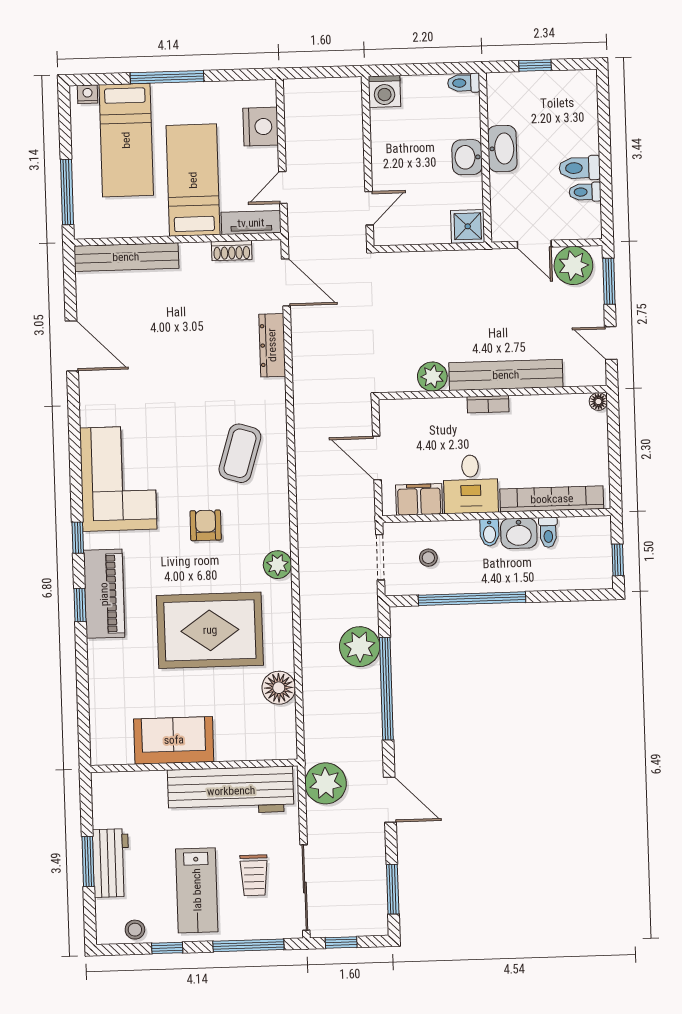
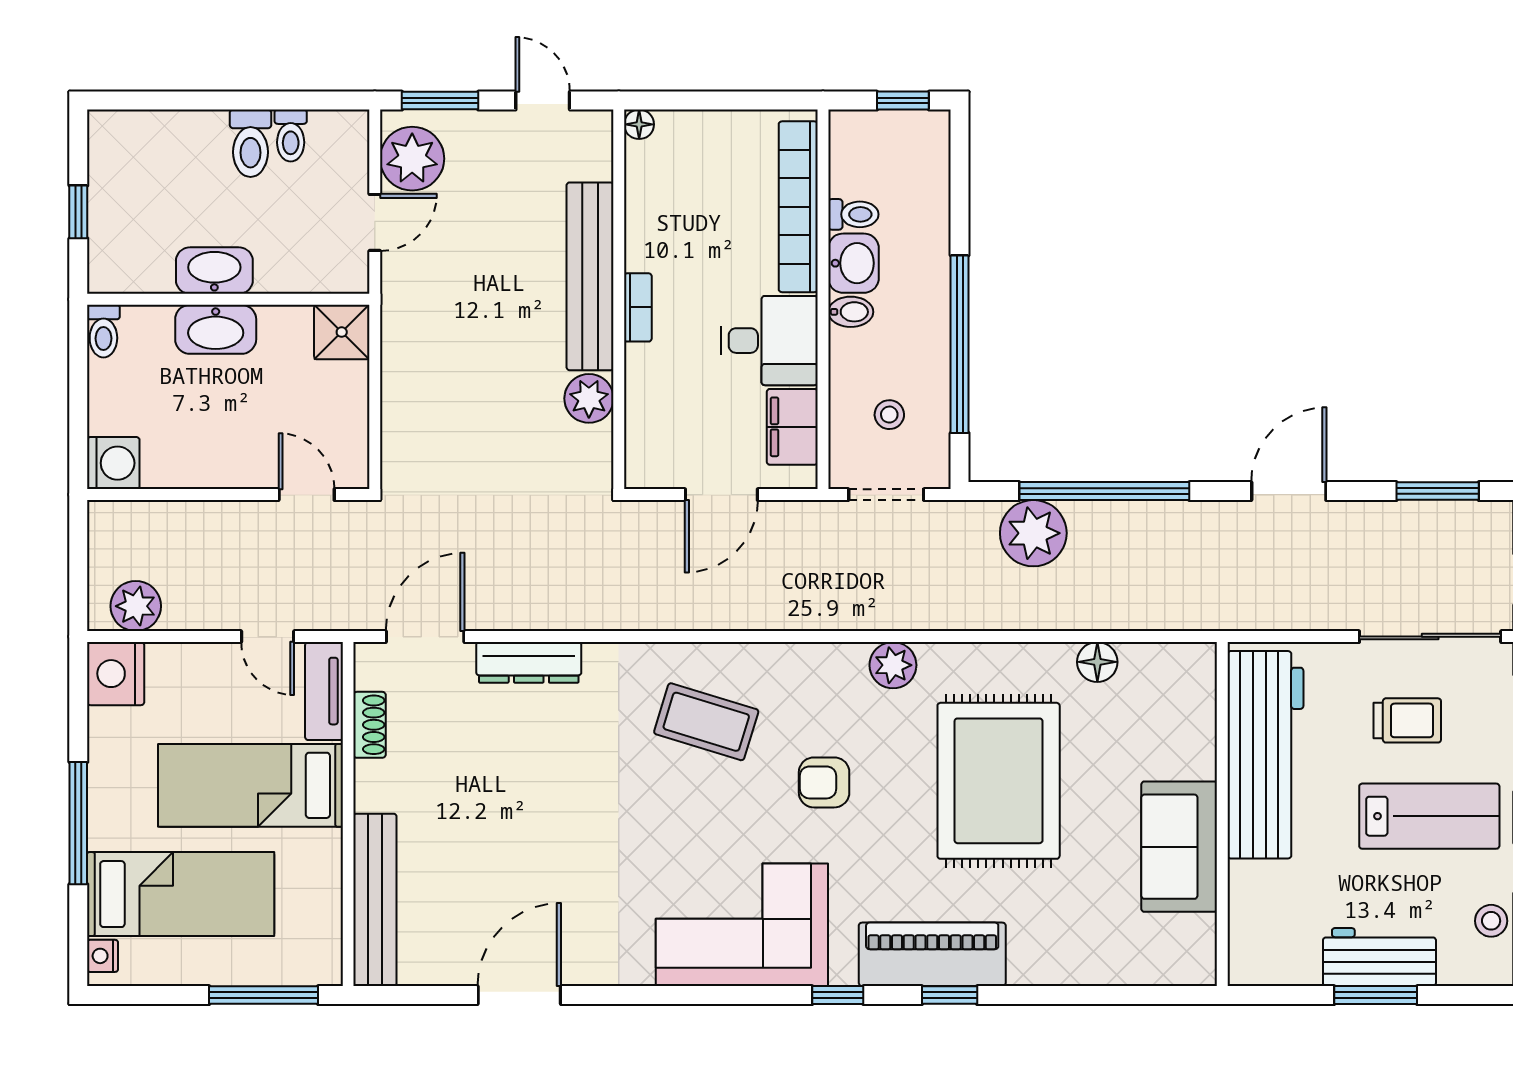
nightstand: (261, 127) -> (116, 674), moved, turned -90
washbasin: (467, 157) -> (216, 329), width x1.38
door: (611, 343) -> (543, 101), swing flipped
floor lamp: (279, 688) -> (1097, 662), width x0.73, depth x0.73
plant: (326, 783) -> (136, 606), moved, width x0.73, depth x0.73

